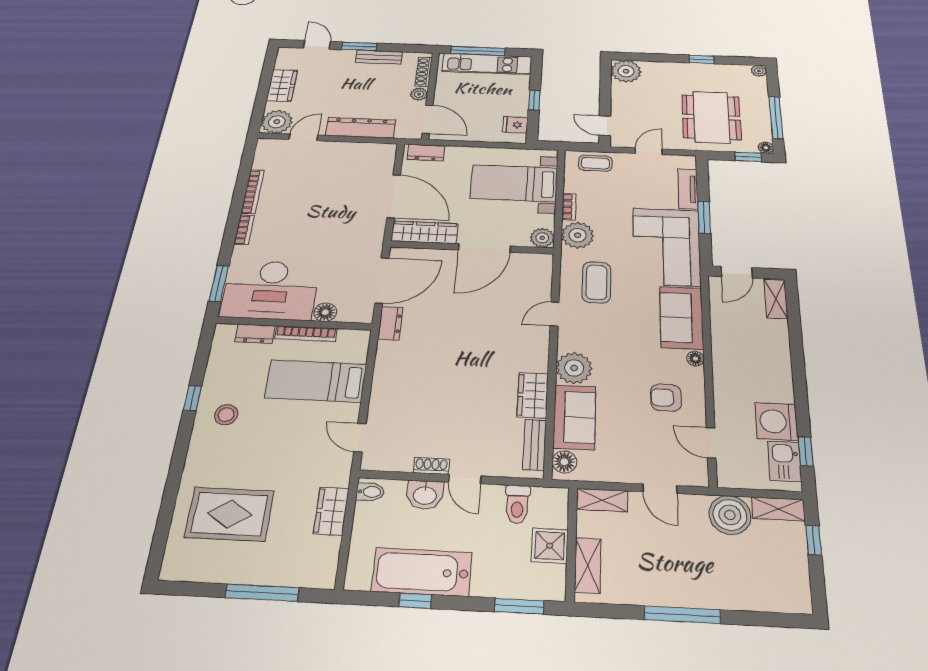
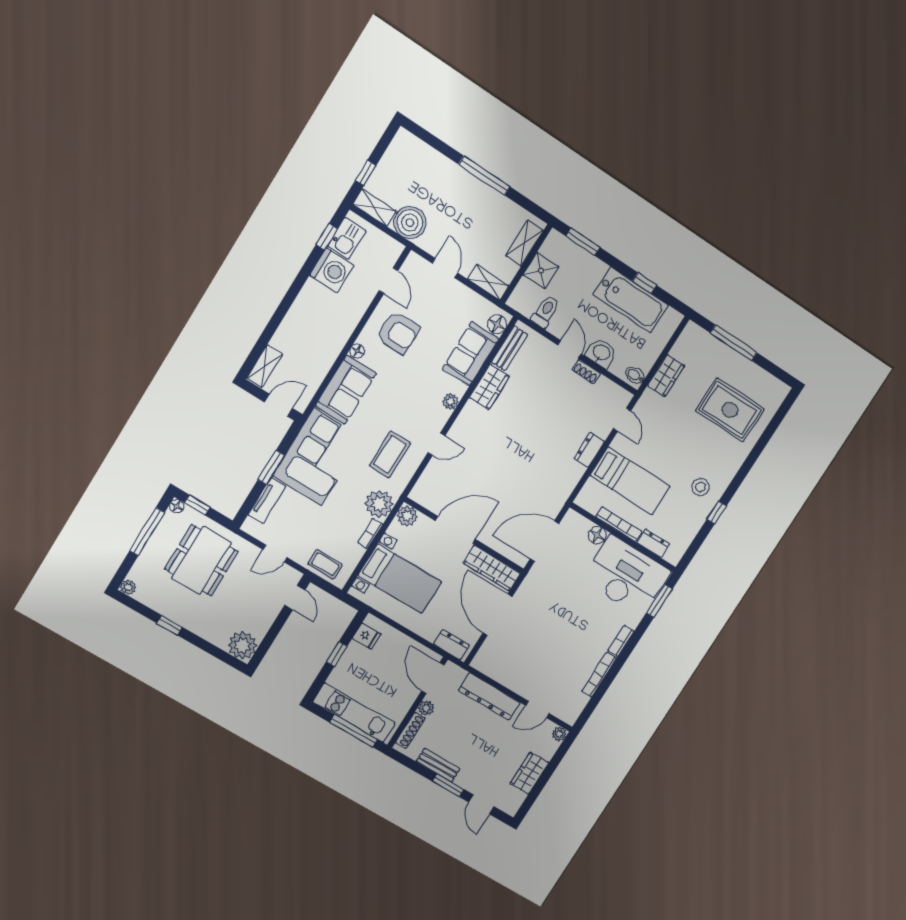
plant: (277, 122) -> (559, 734), width x0.53, depth x0.53
dresser: (390, 323) -> (589, 450), moved
plant: (574, 368) -> (450, 402), width x0.53, depth x0.53
armchair: (666, 398) -> (398, 333), width x1.38, depth x1.38

